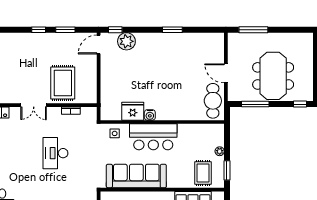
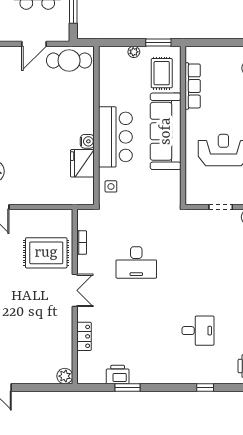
rug: (203, 173) -> (162, 73), turned 90
sofa: (136, 176) -> (166, 131), moved

